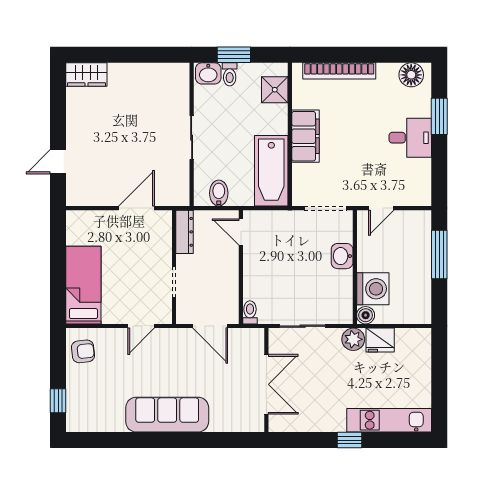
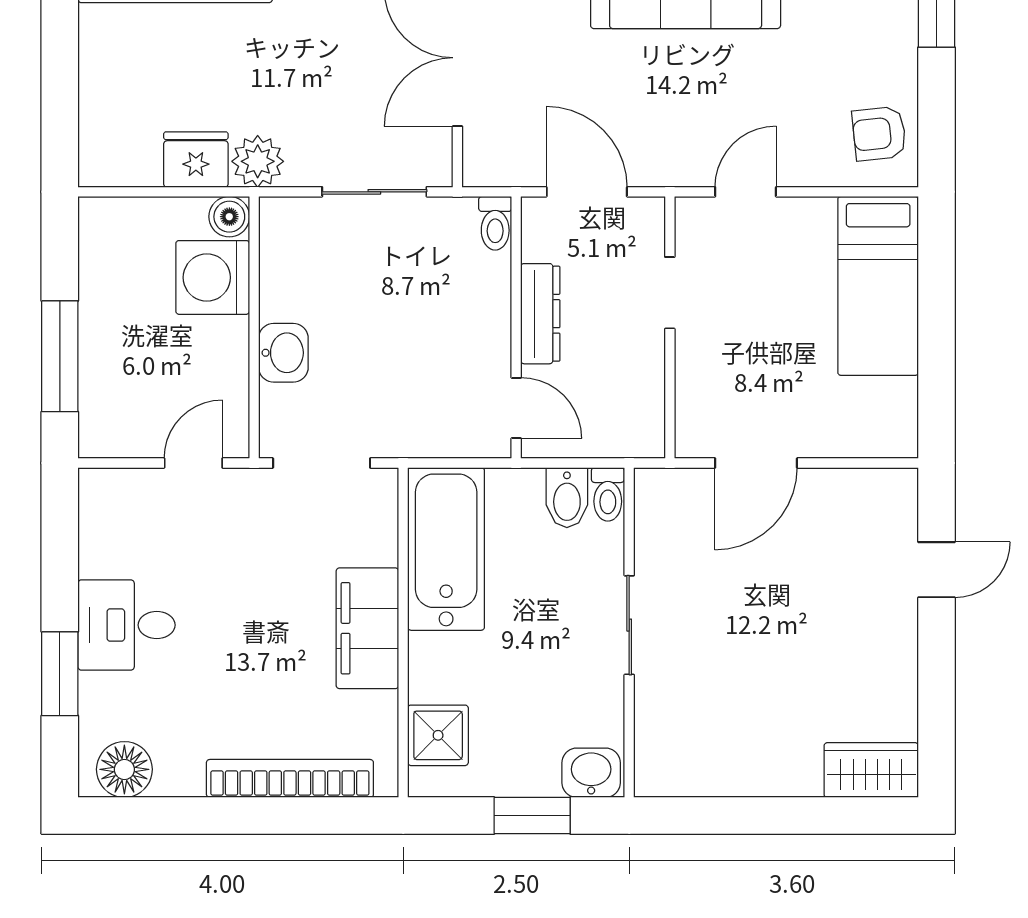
toilet: (230, 74) -> (608, 494), moved, turned 180
dresser: (185, 232) -> (540, 314), moved, turned 180

